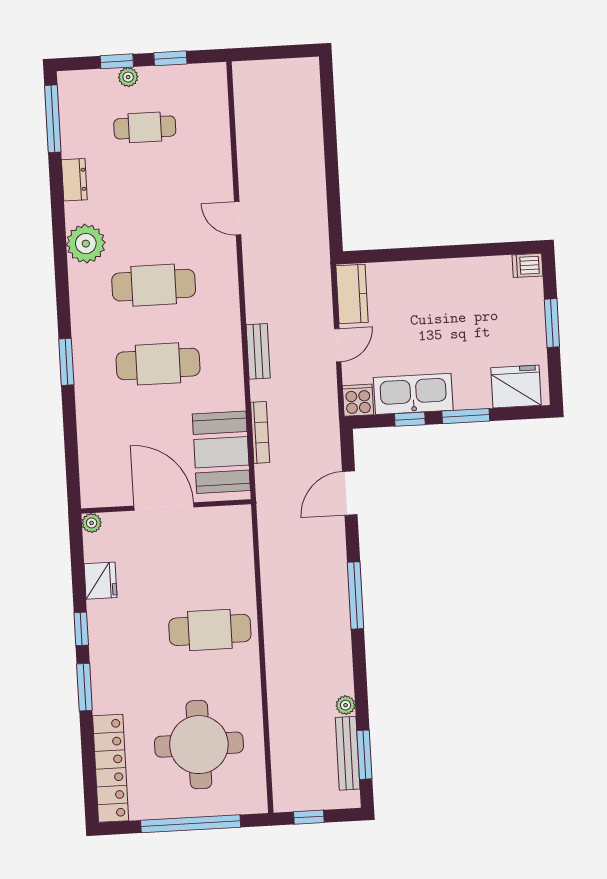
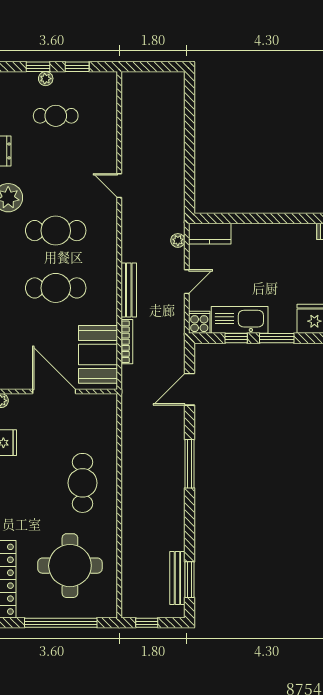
kitchen counter: (352, 294) -> (210, 234), moved, turned 90
bench: (258, 351) -> (129, 290), width x1.36
cafe table: (210, 630) -> (83, 483), turned 90
plant: (346, 705) -> (178, 240), moved

